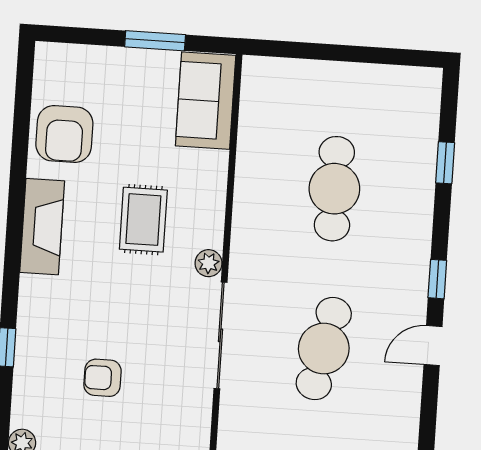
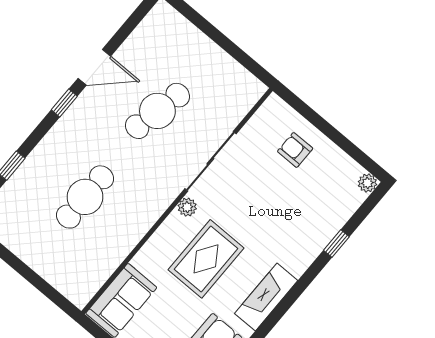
rug: (143, 220) -> (206, 259), width x1.36, depth x1.43
door: (433, 345) -> (94, 67), width x1.38
armchair: (102, 378) -> (295, 150), moved, turned 180

